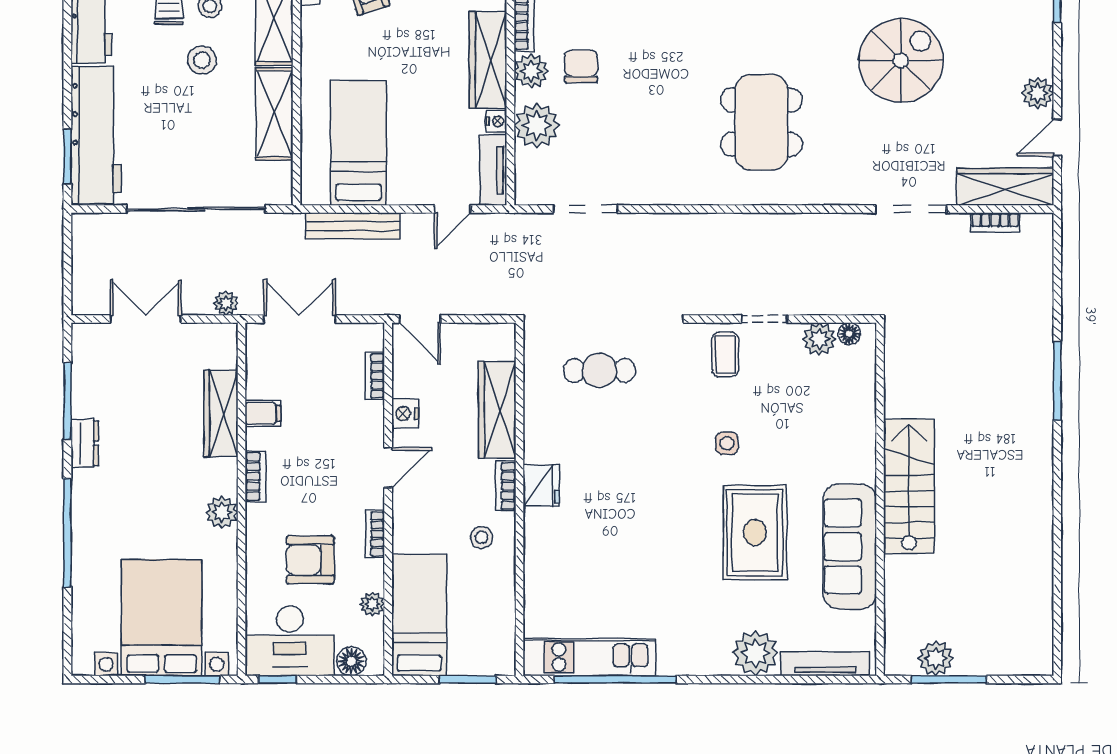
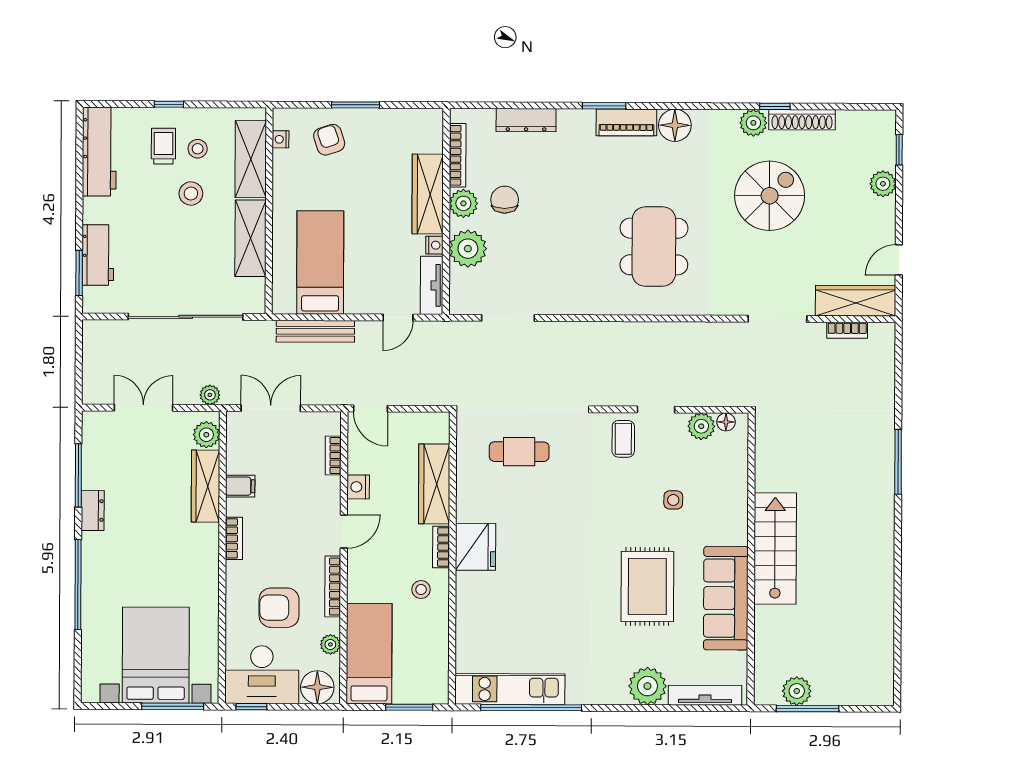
plant: (1038, 93) -> (883, 184), moved
workbench: (96, 135) -> (98, 255), width x0.53, depth x0.76
side table: (727, 443) -> (673, 500), moved
fridge: (541, 486) -> (476, 547), width x1.36, depth x1.34
plant: (222, 512) -> (206, 435), moved
bookcase: (375, 534) -> (333, 586), width x1.56
floor lamp: (351, 661) -> (317, 687), width x1.38, depth x1.38

